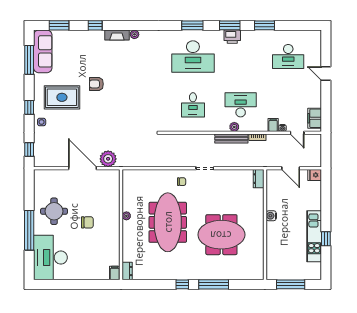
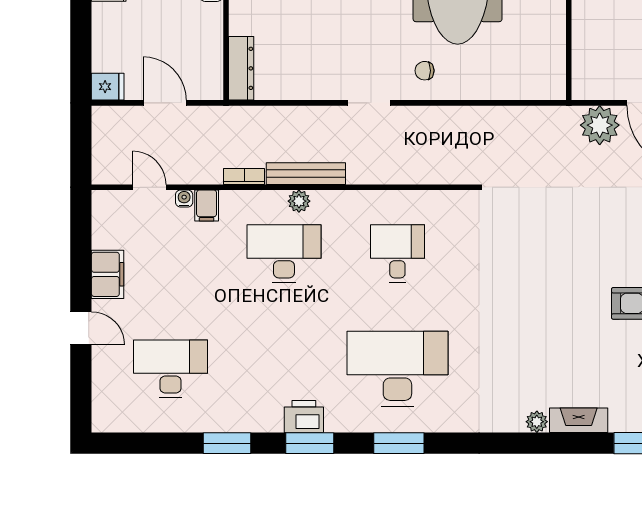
desk: (241, 105) -> (284, 254), turned 180
filing cabinet: (315, 118) -> (108, 274), moved
dresser: (259, 179) -> (241, 68), width x1.44

